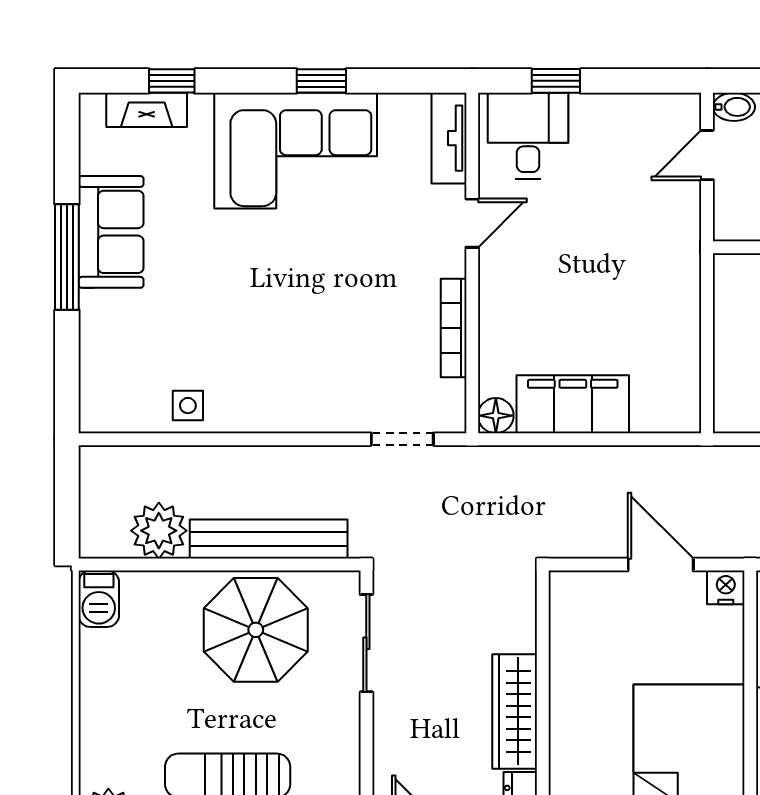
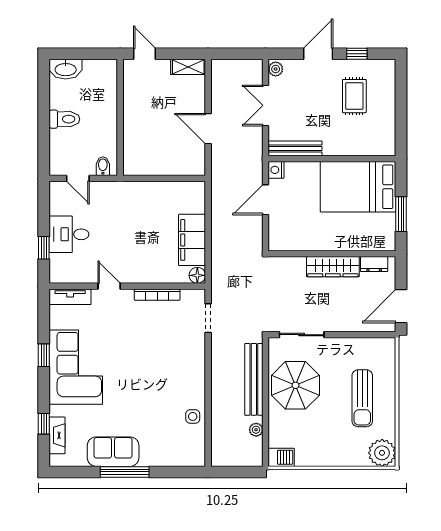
bidet: (734, 107) -> (103, 166), moved
desk: (528, 136) -> (69, 234), moved
plant: (159, 531) -> (256, 430), width x0.53, depth x0.53

